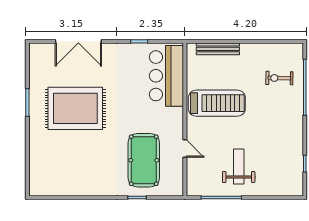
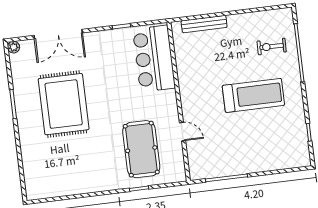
plant: (34, 49) -> (14, 47), added
treadmill: (217, 103) -> (253, 95), moved
rug: (75, 108) -> (64, 104), turned 90
weight bench: (239, 166) -> (241, 143), removed

